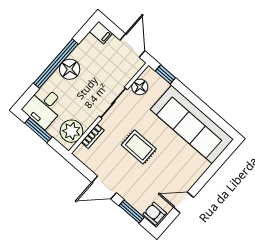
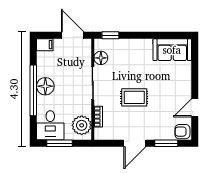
sofa: (192, 124) -> (172, 50), width x0.54, depth x0.79

